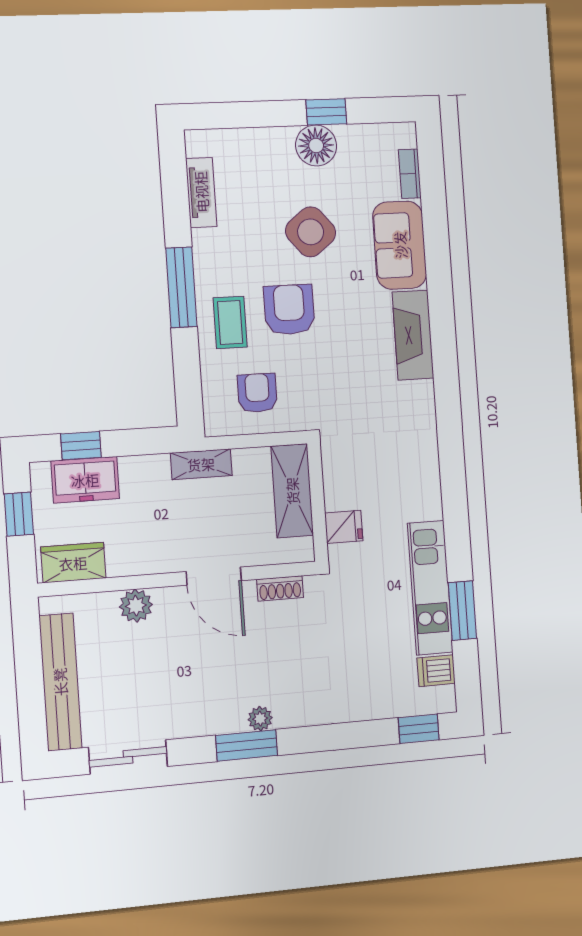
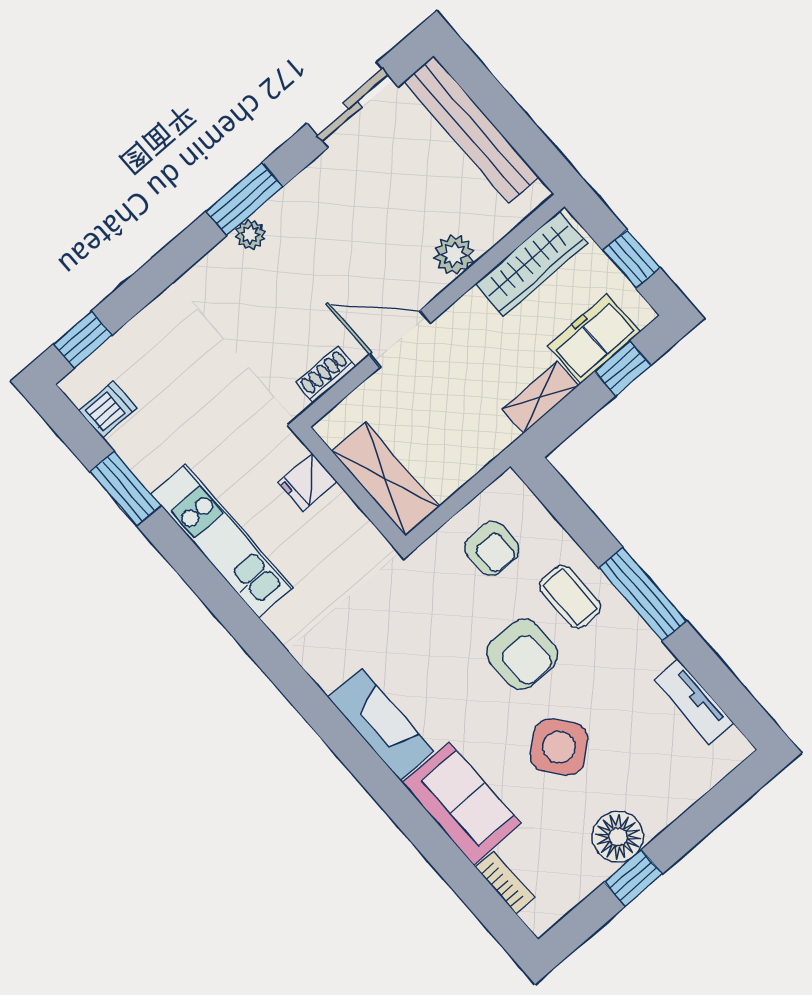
shelving: (201, 464) -> (540, 397), moved
wardrobe: (73, 563) -> (531, 264), width x1.50
kitchen unit: (430, 588) -> (222, 541), moved

